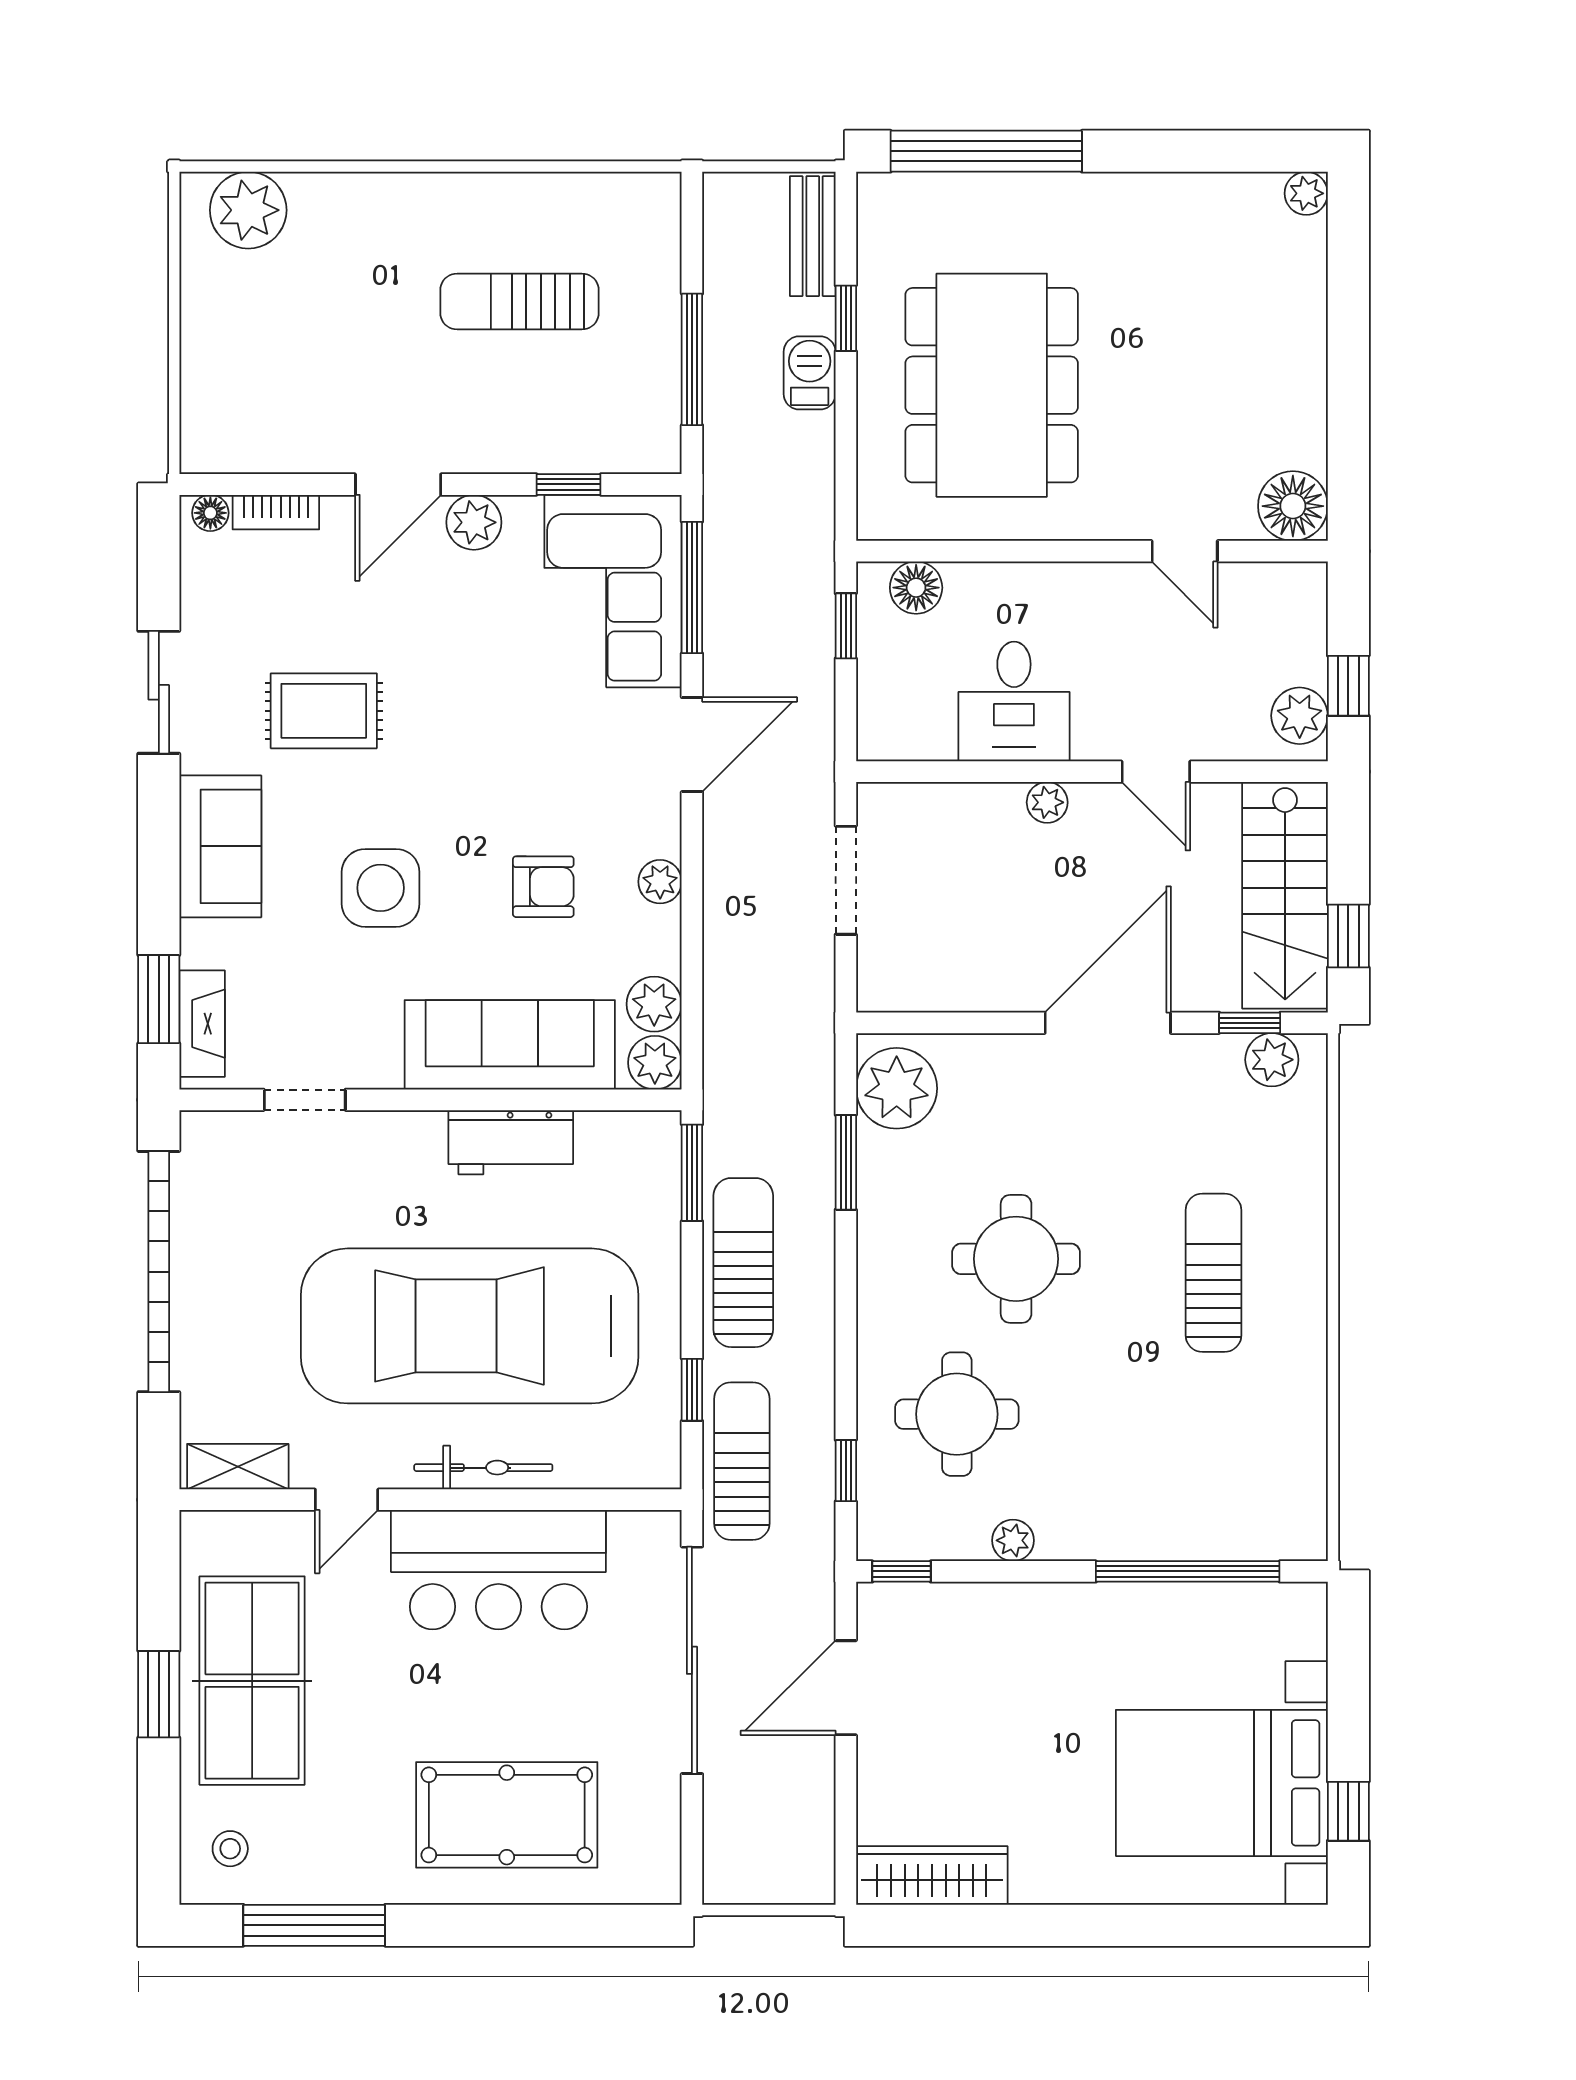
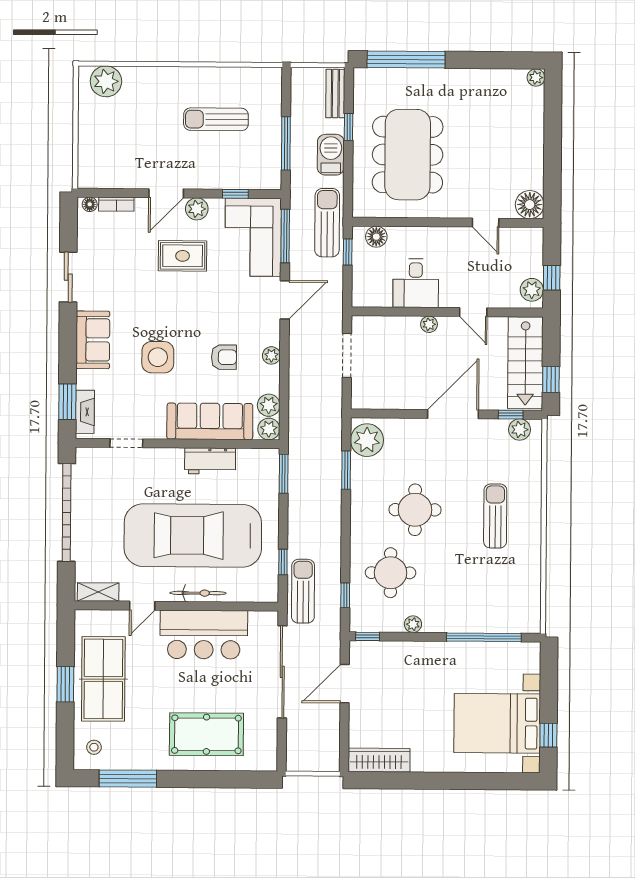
barbecue: (810, 373) -> (331, 155), width x1.38, depth x1.27
rug: (324, 711) -> (183, 256), moved
sun lounger: (743, 1263) -> (327, 223), moved

